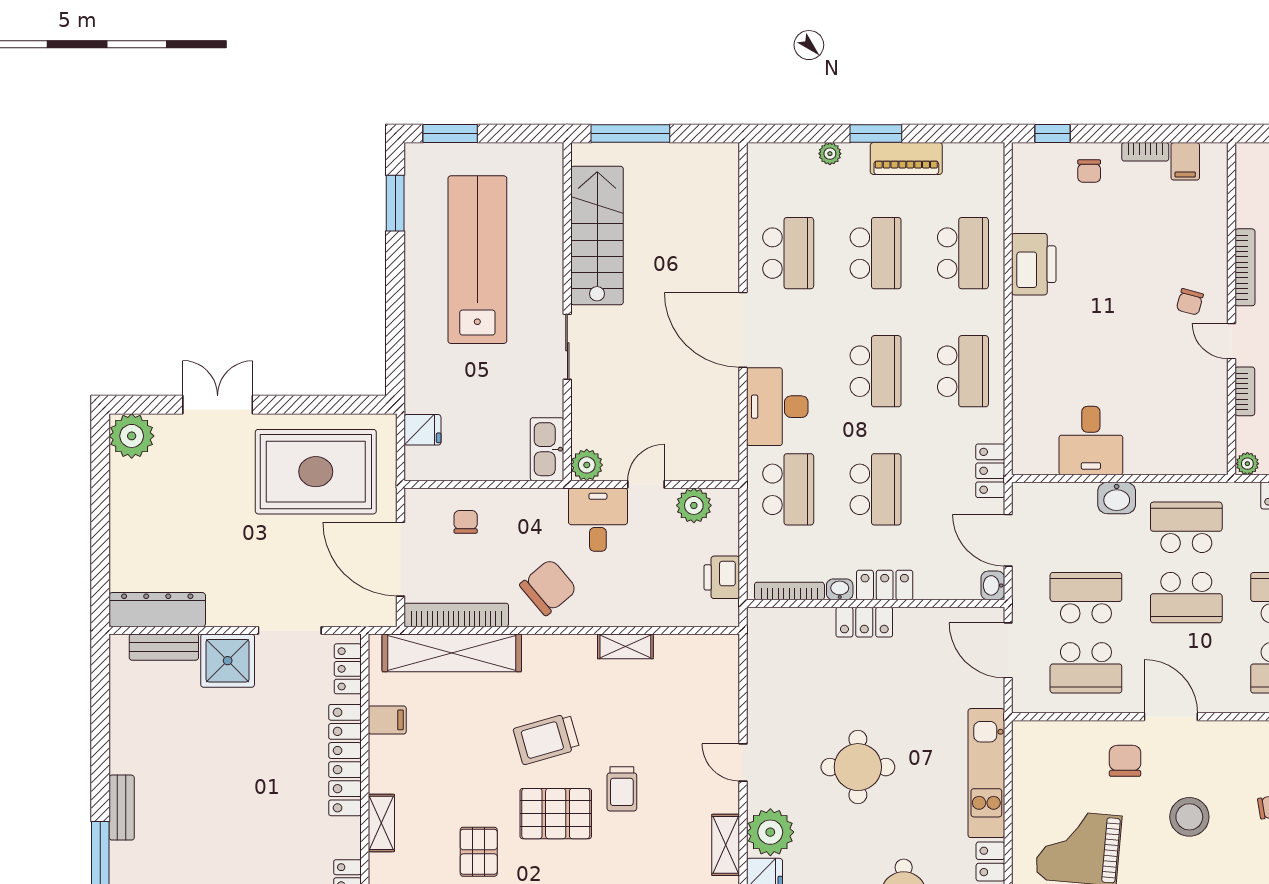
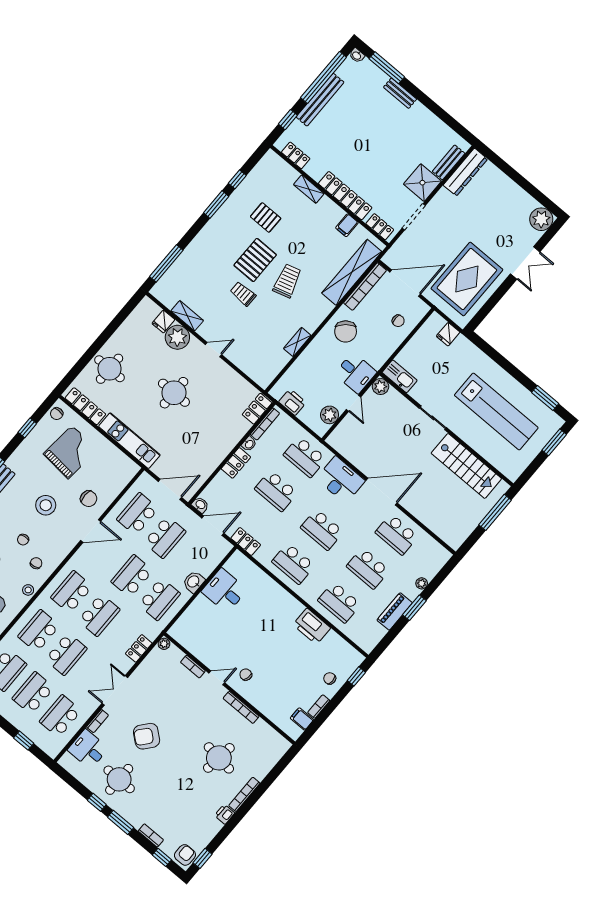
locker: (864, 622) -> (257, 409), moved

